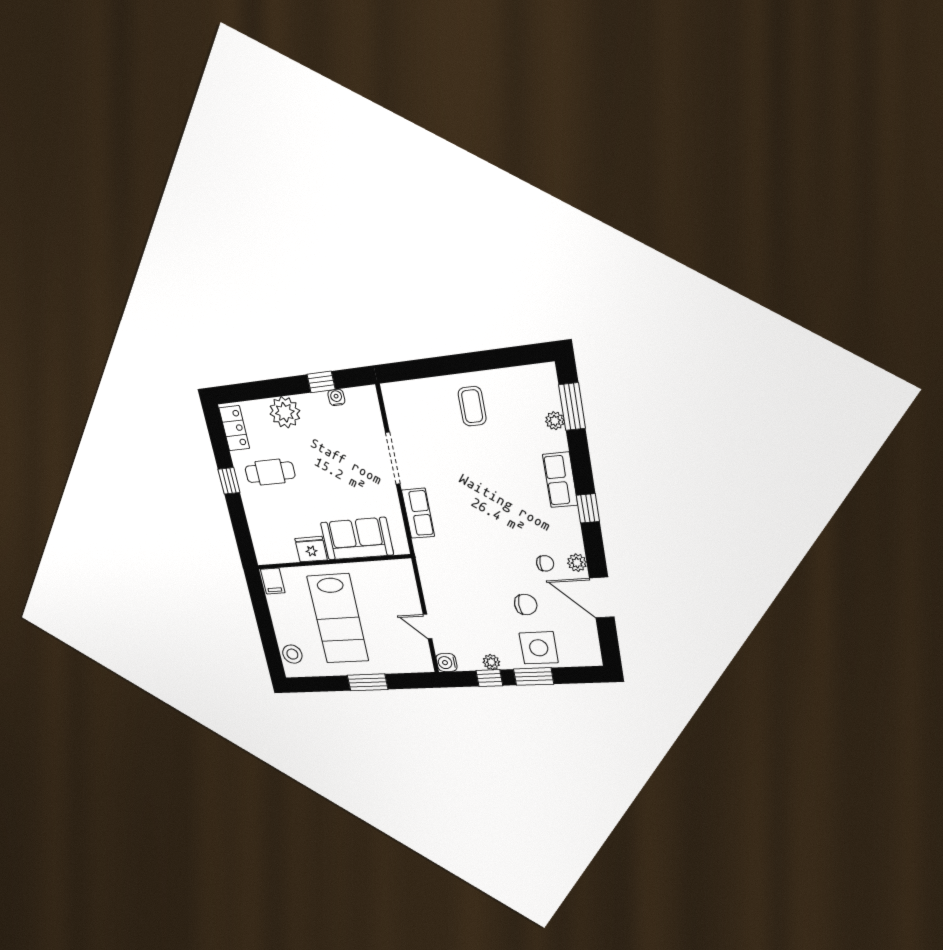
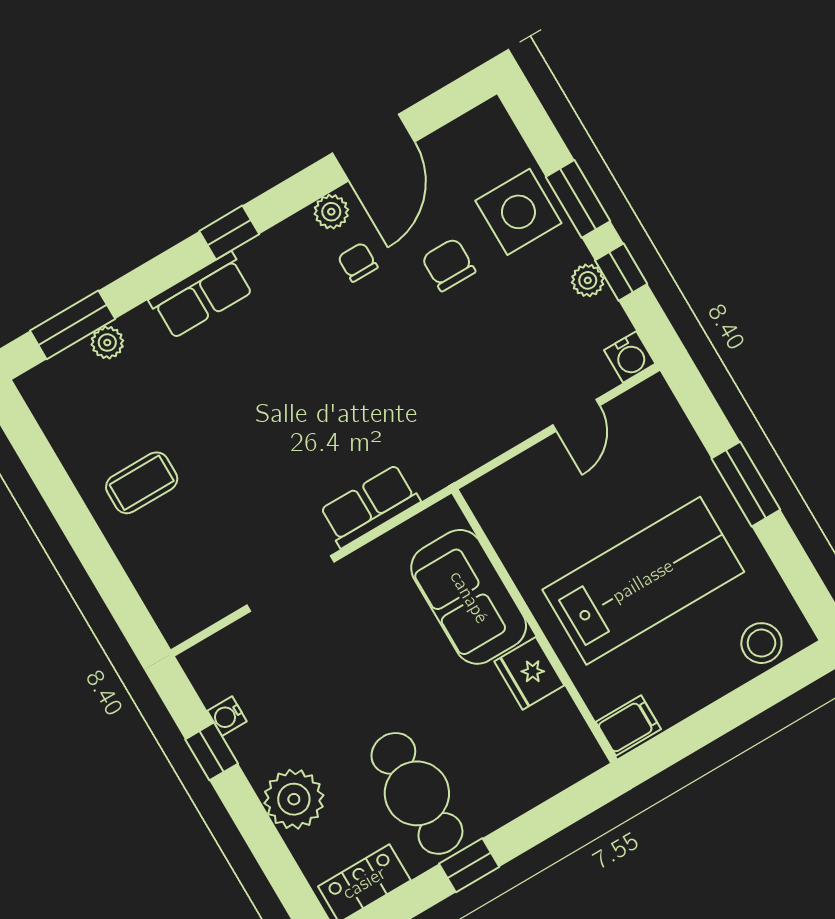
cafe table: (270, 472) -> (417, 793), width x1.37, depth x1.35

